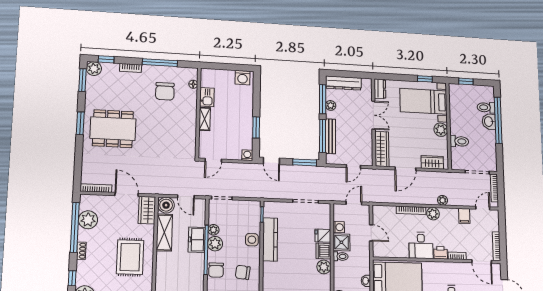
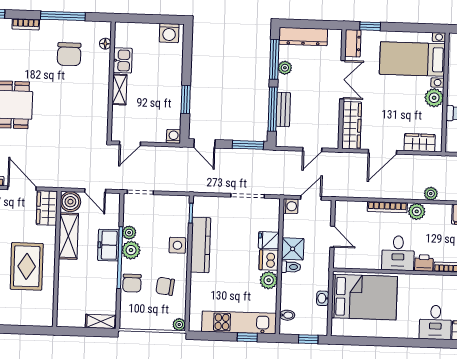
window: (425, 79) -> (370, 26), moved
bench: (331, 136) -> (283, 109), width x0.73
washing machine: (339, 227) -> (290, 206), moved

